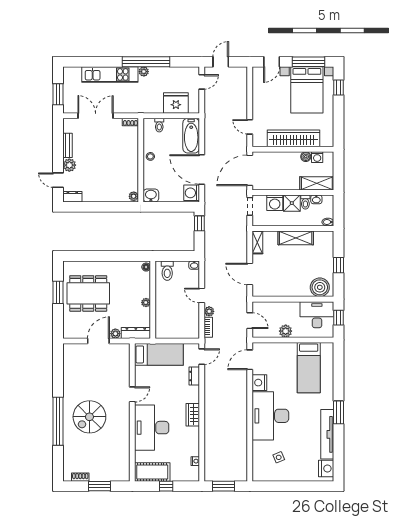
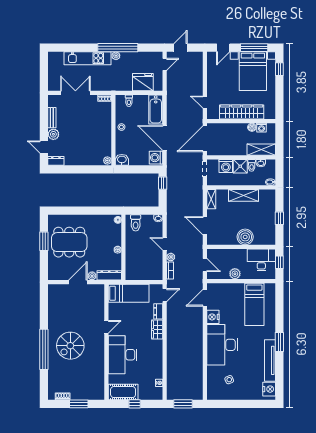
window: (58, 94) -> (44, 75), removed
boiler: (320, 287) -> (245, 237), moved
wardrobe: (193, 415) -> (157, 330), moved

